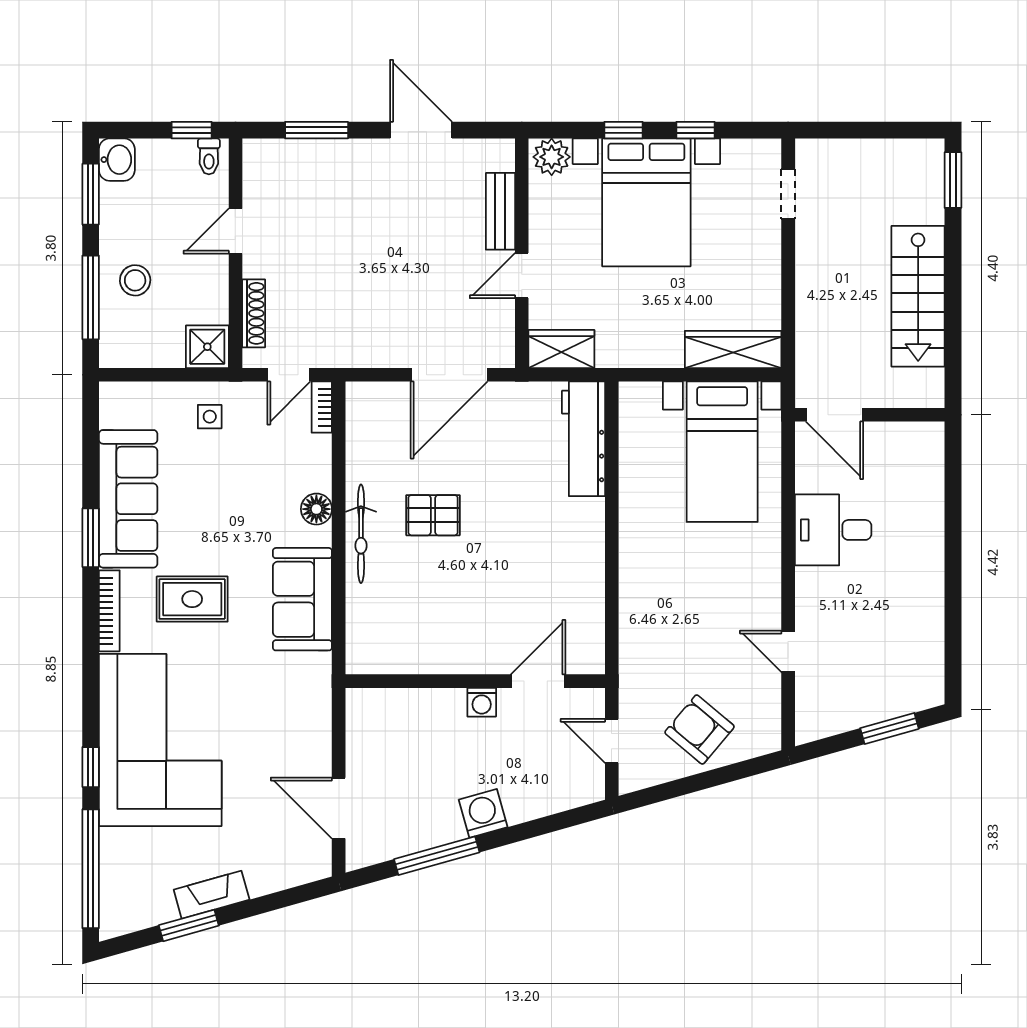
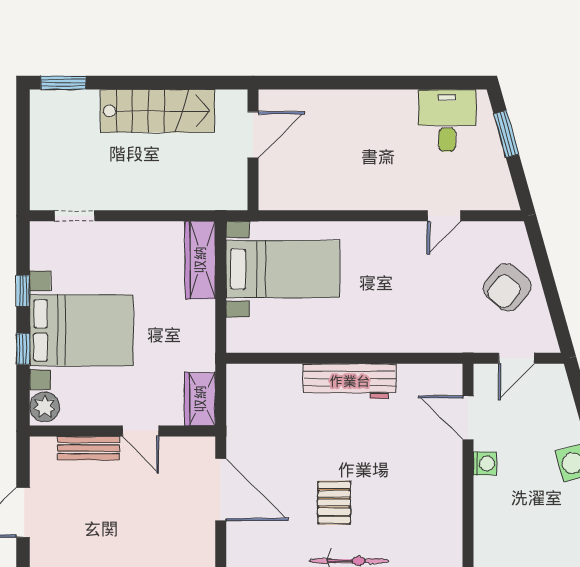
door: (834, 415) -> (253, 135), moved
workbench: (583, 439) -> (350, 381), moved
desk: (833, 530) -> (447, 120), moved, turned 180

